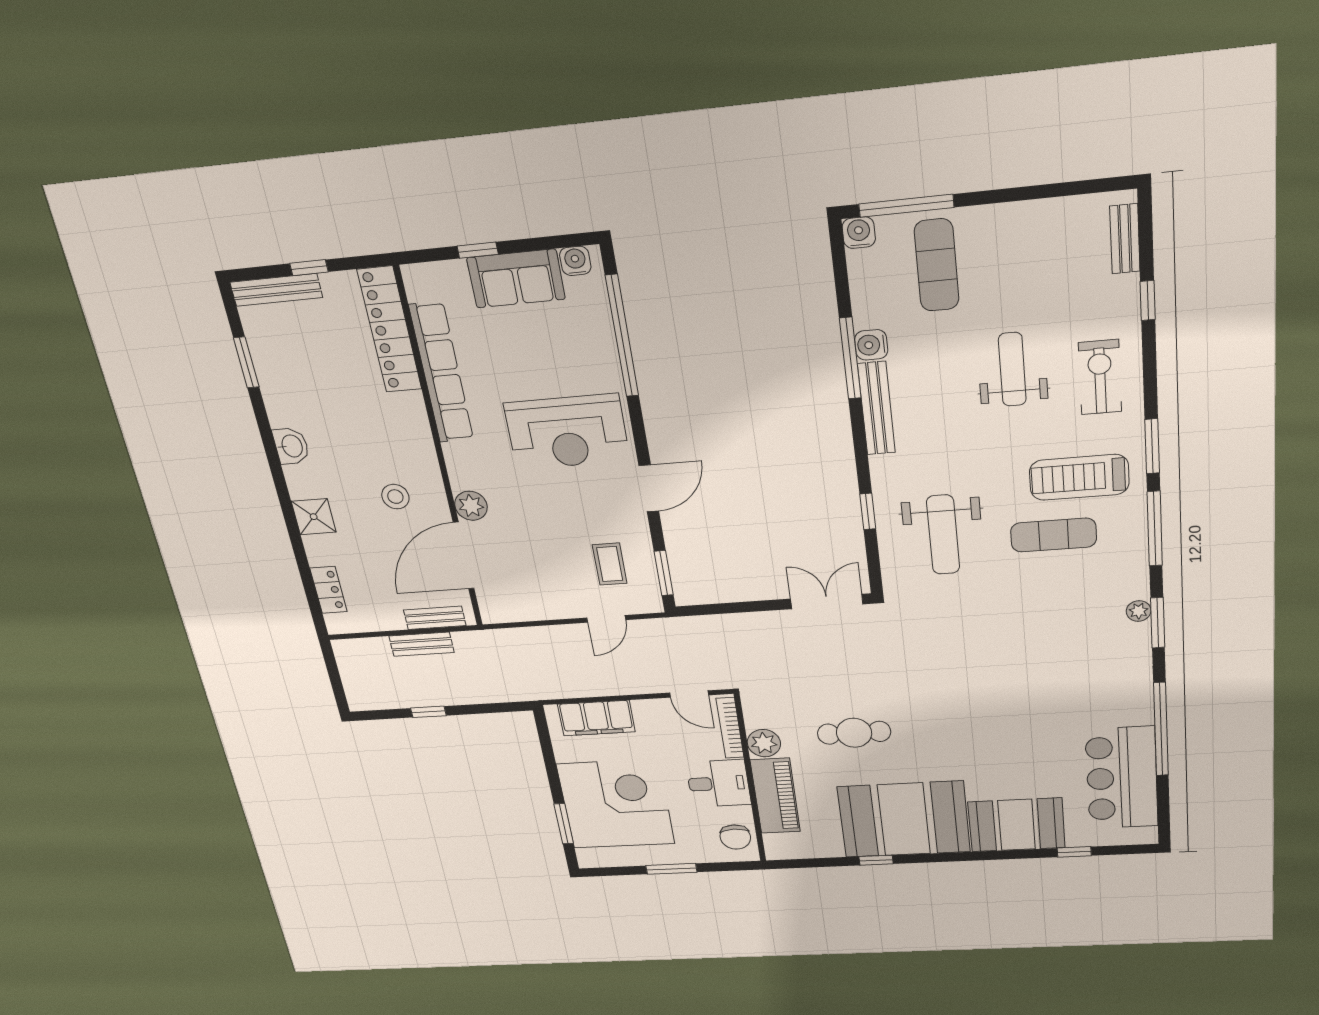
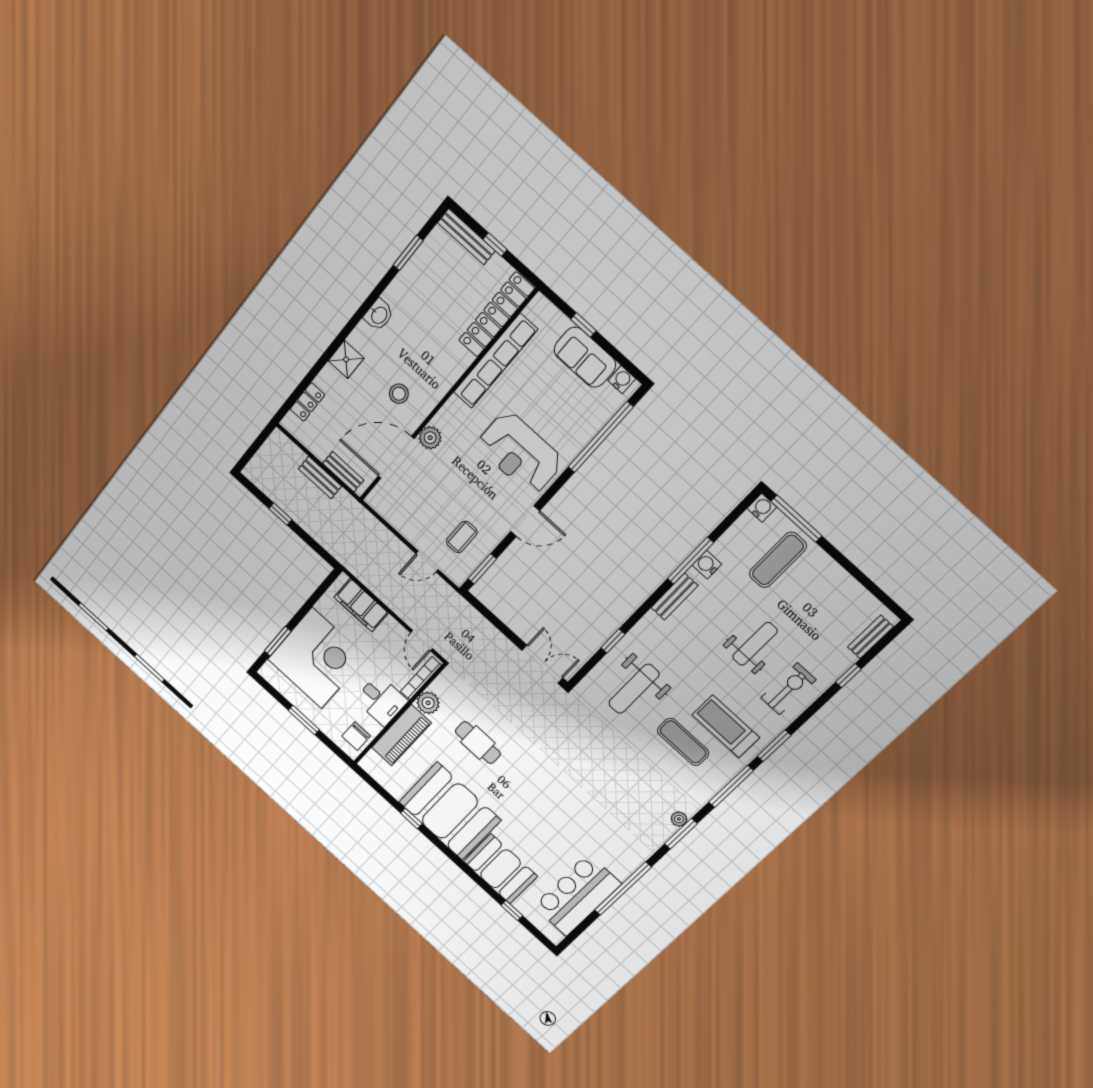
bench: (877, 408) -> (674, 597), width x0.73

